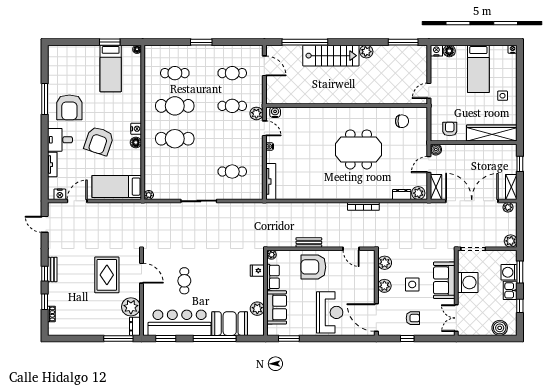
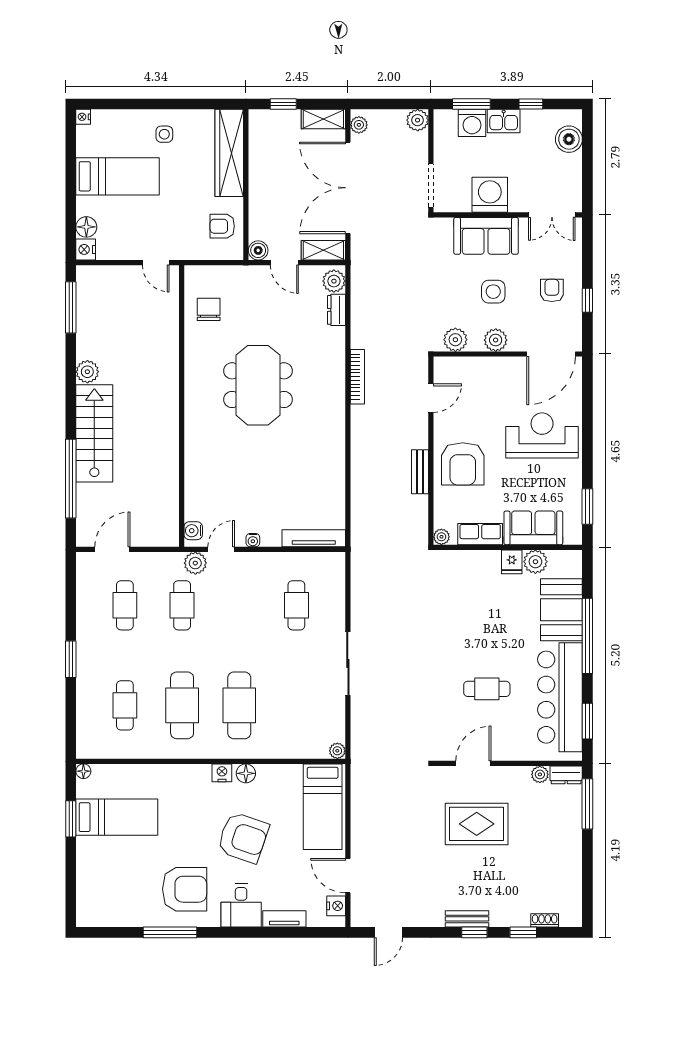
fridge: (257, 271) -> (512, 562), moved
plant: (131, 307) -> (540, 774), width x0.53, depth x0.53

